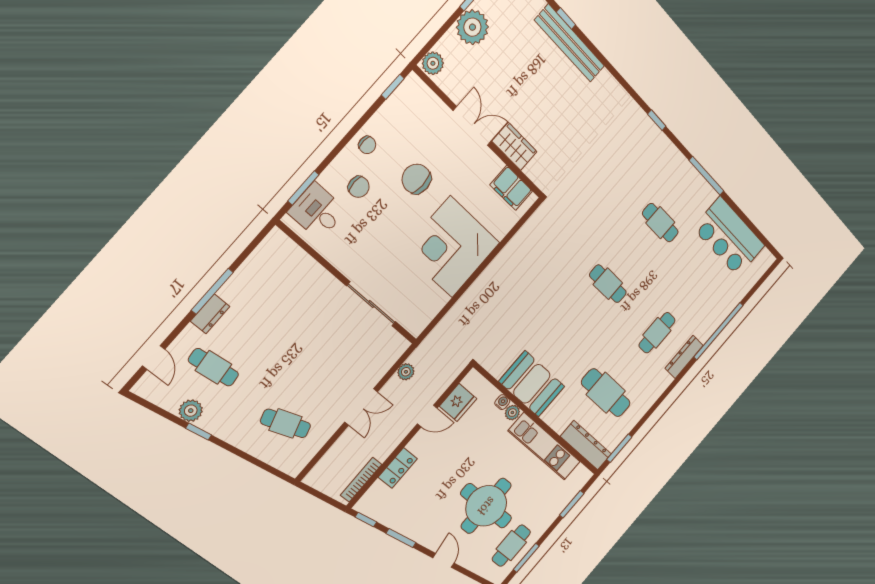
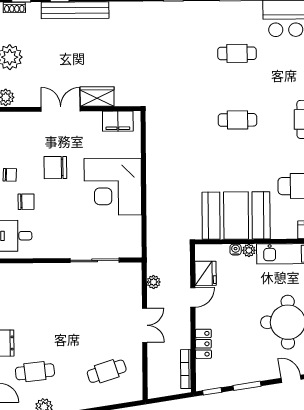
booth: (532, 384) -> (236, 215), width x1.36, depth x1.42

